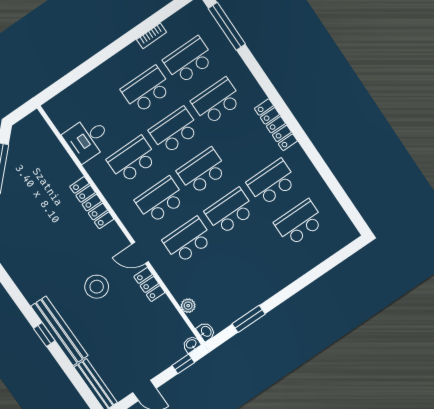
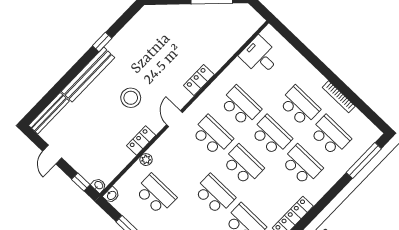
bookcase: (152, 36) -> (339, 97), width x1.56
desk: (87, 139) -> (260, 56), moved
locker: (92, 203) -> (199, 80), width x0.66
school desk: (188, 240) -> (156, 194), moved
door: (140, 253) -> (174, 119), moved
plant: (188, 306) -> (146, 160), moved
window: (44, 335) -> (102, 42), moved

